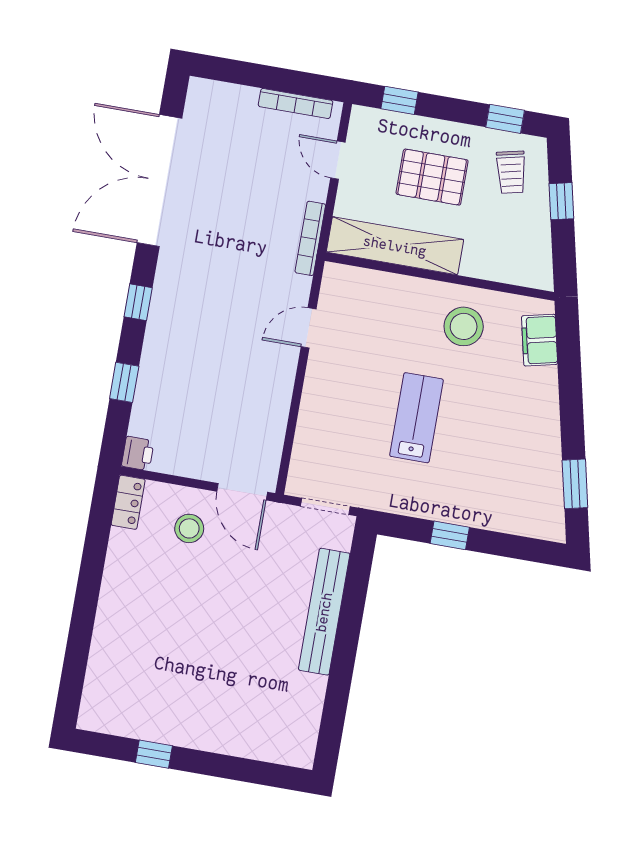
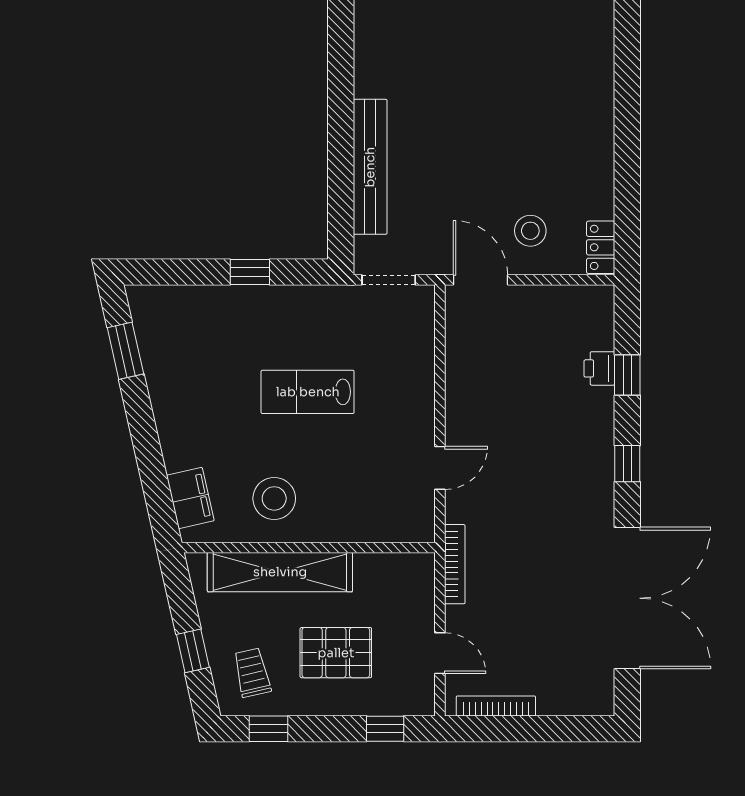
shelving: (395, 246) -> (280, 572), moved
lab bench: (416, 418) -> (308, 392), turned 90
printer: (138, 453) -> (599, 368), moved

